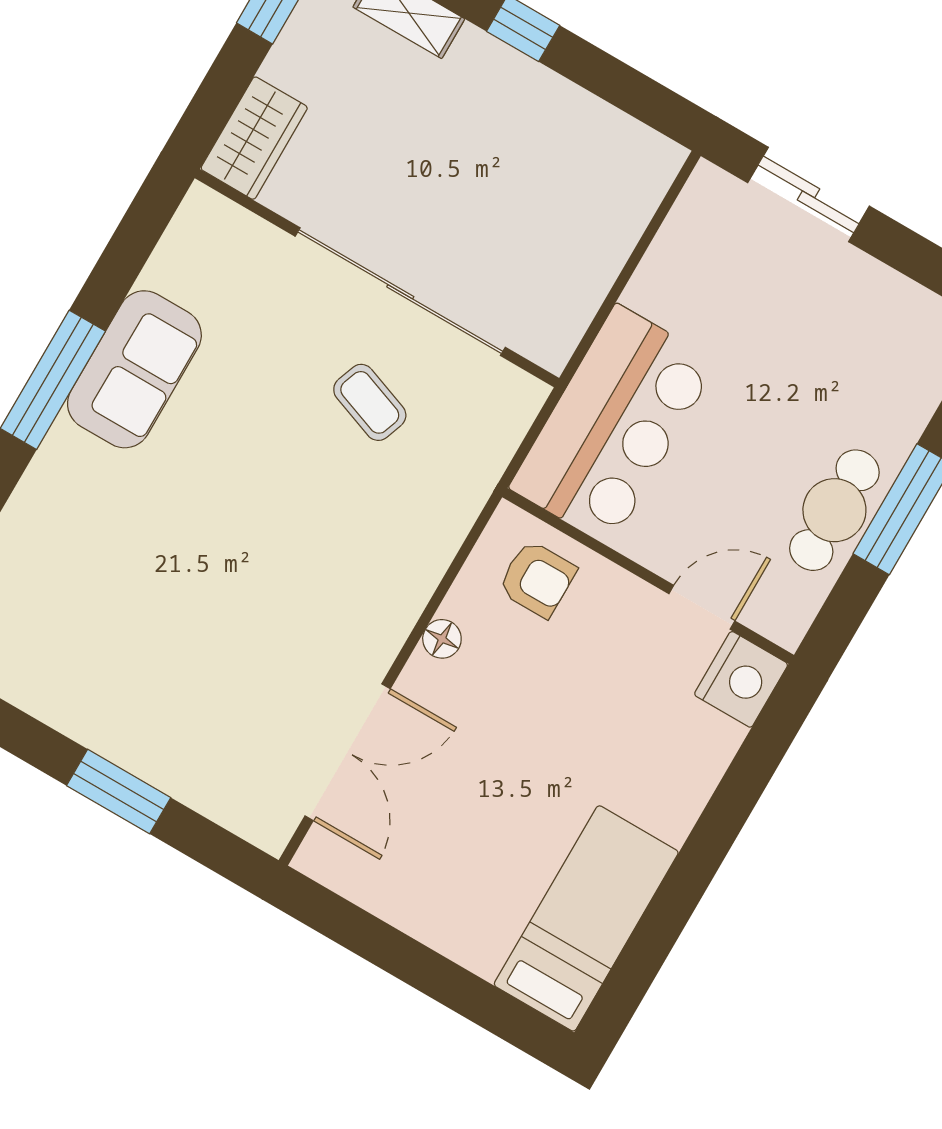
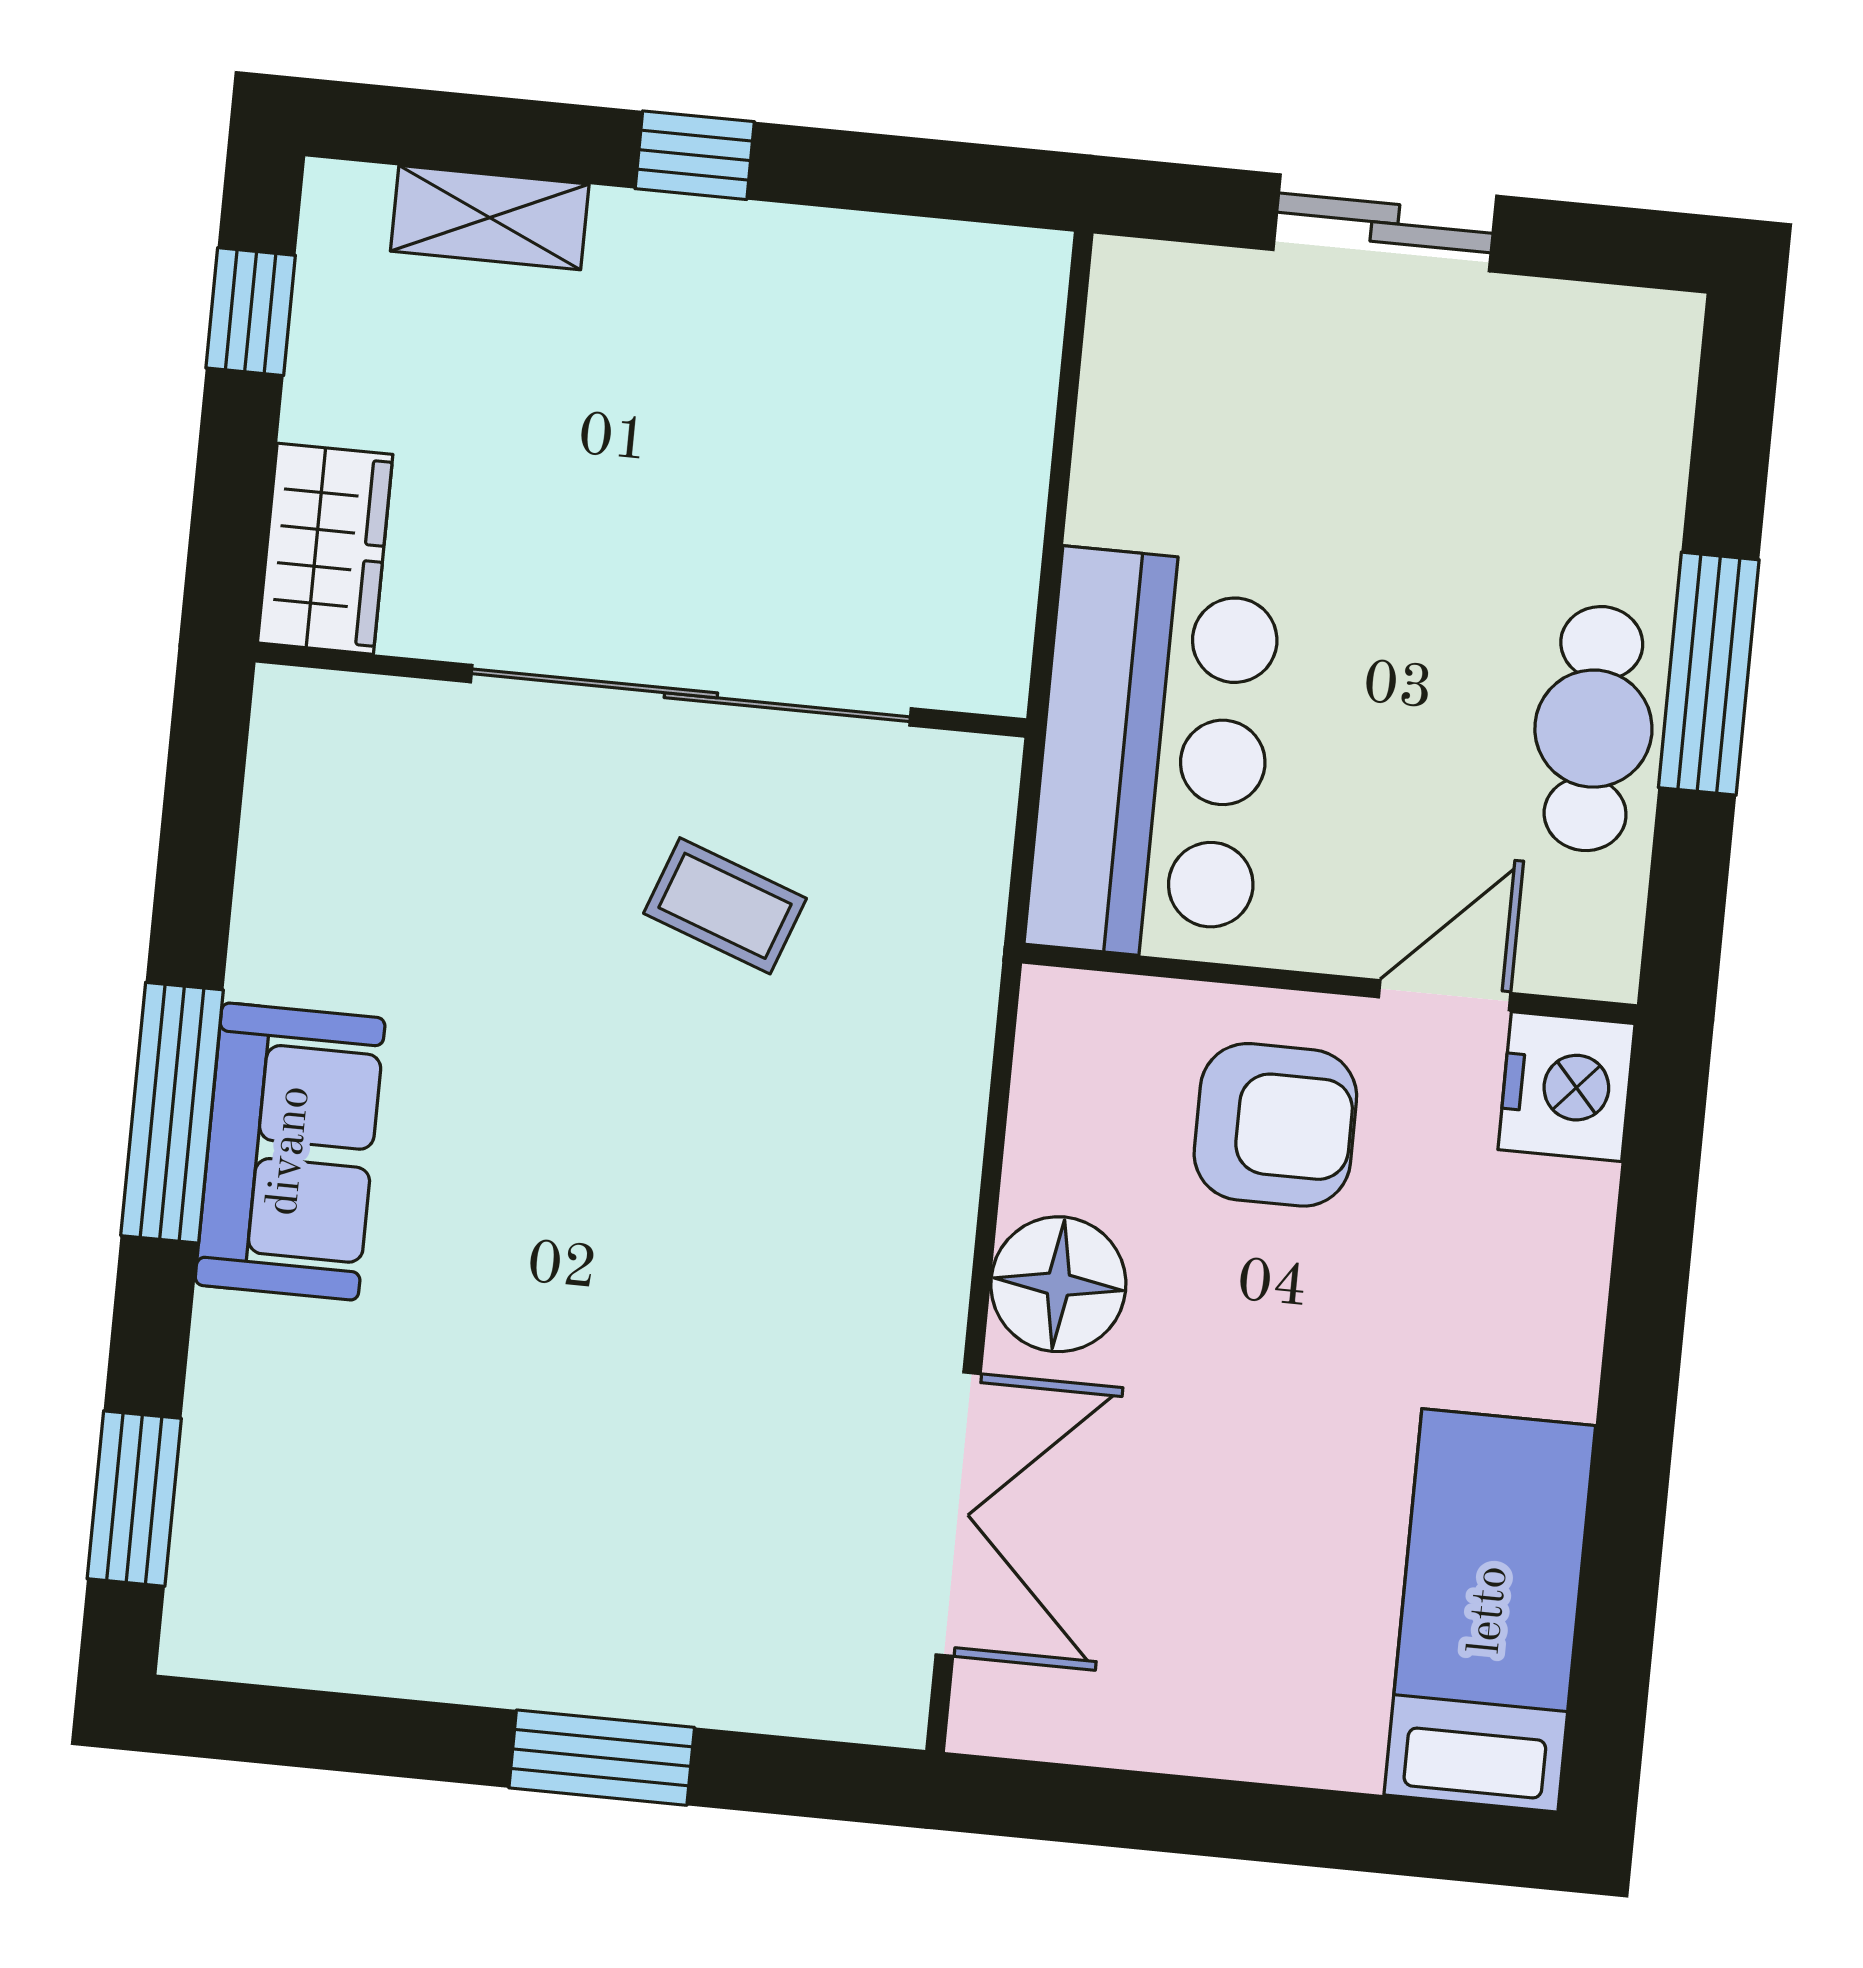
sliding door: (808, 194) -> (1385, 223), moved
sofa: (134, 369) -> (290, 1151), moved
armchair: (537, 579) -> (1275, 1125), moved, width x1.38, depth x1.38
floor lamp: (442, 639) -> (1058, 1284), width x1.89, depth x1.89

